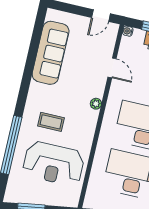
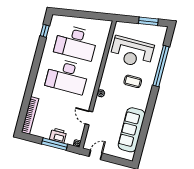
reception desk: (54, 164) -> (132, 52), turned 180

